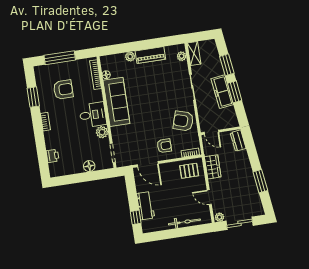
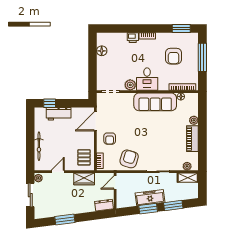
window: (33, 97) -> (181, 28), moved
printer: (53, 156) -> (133, 38), moved
floor lamp: (89, 166) -> (102, 51), moved

